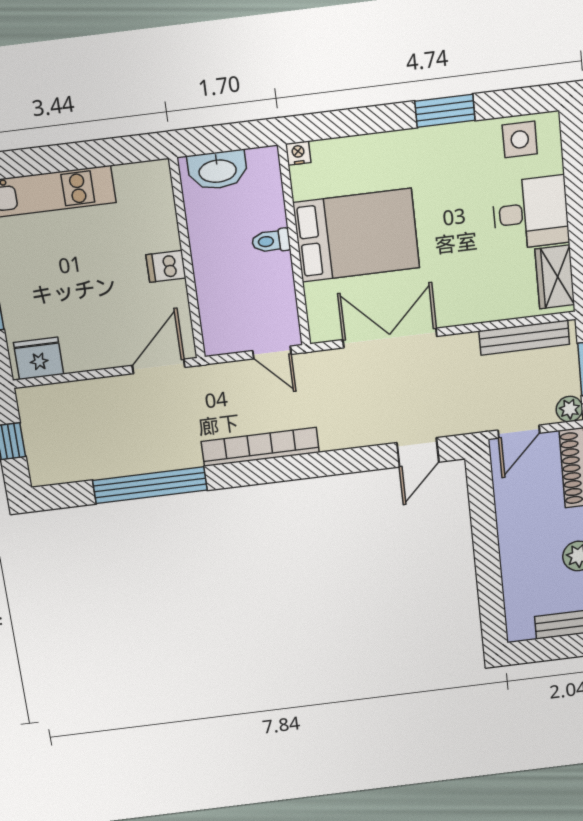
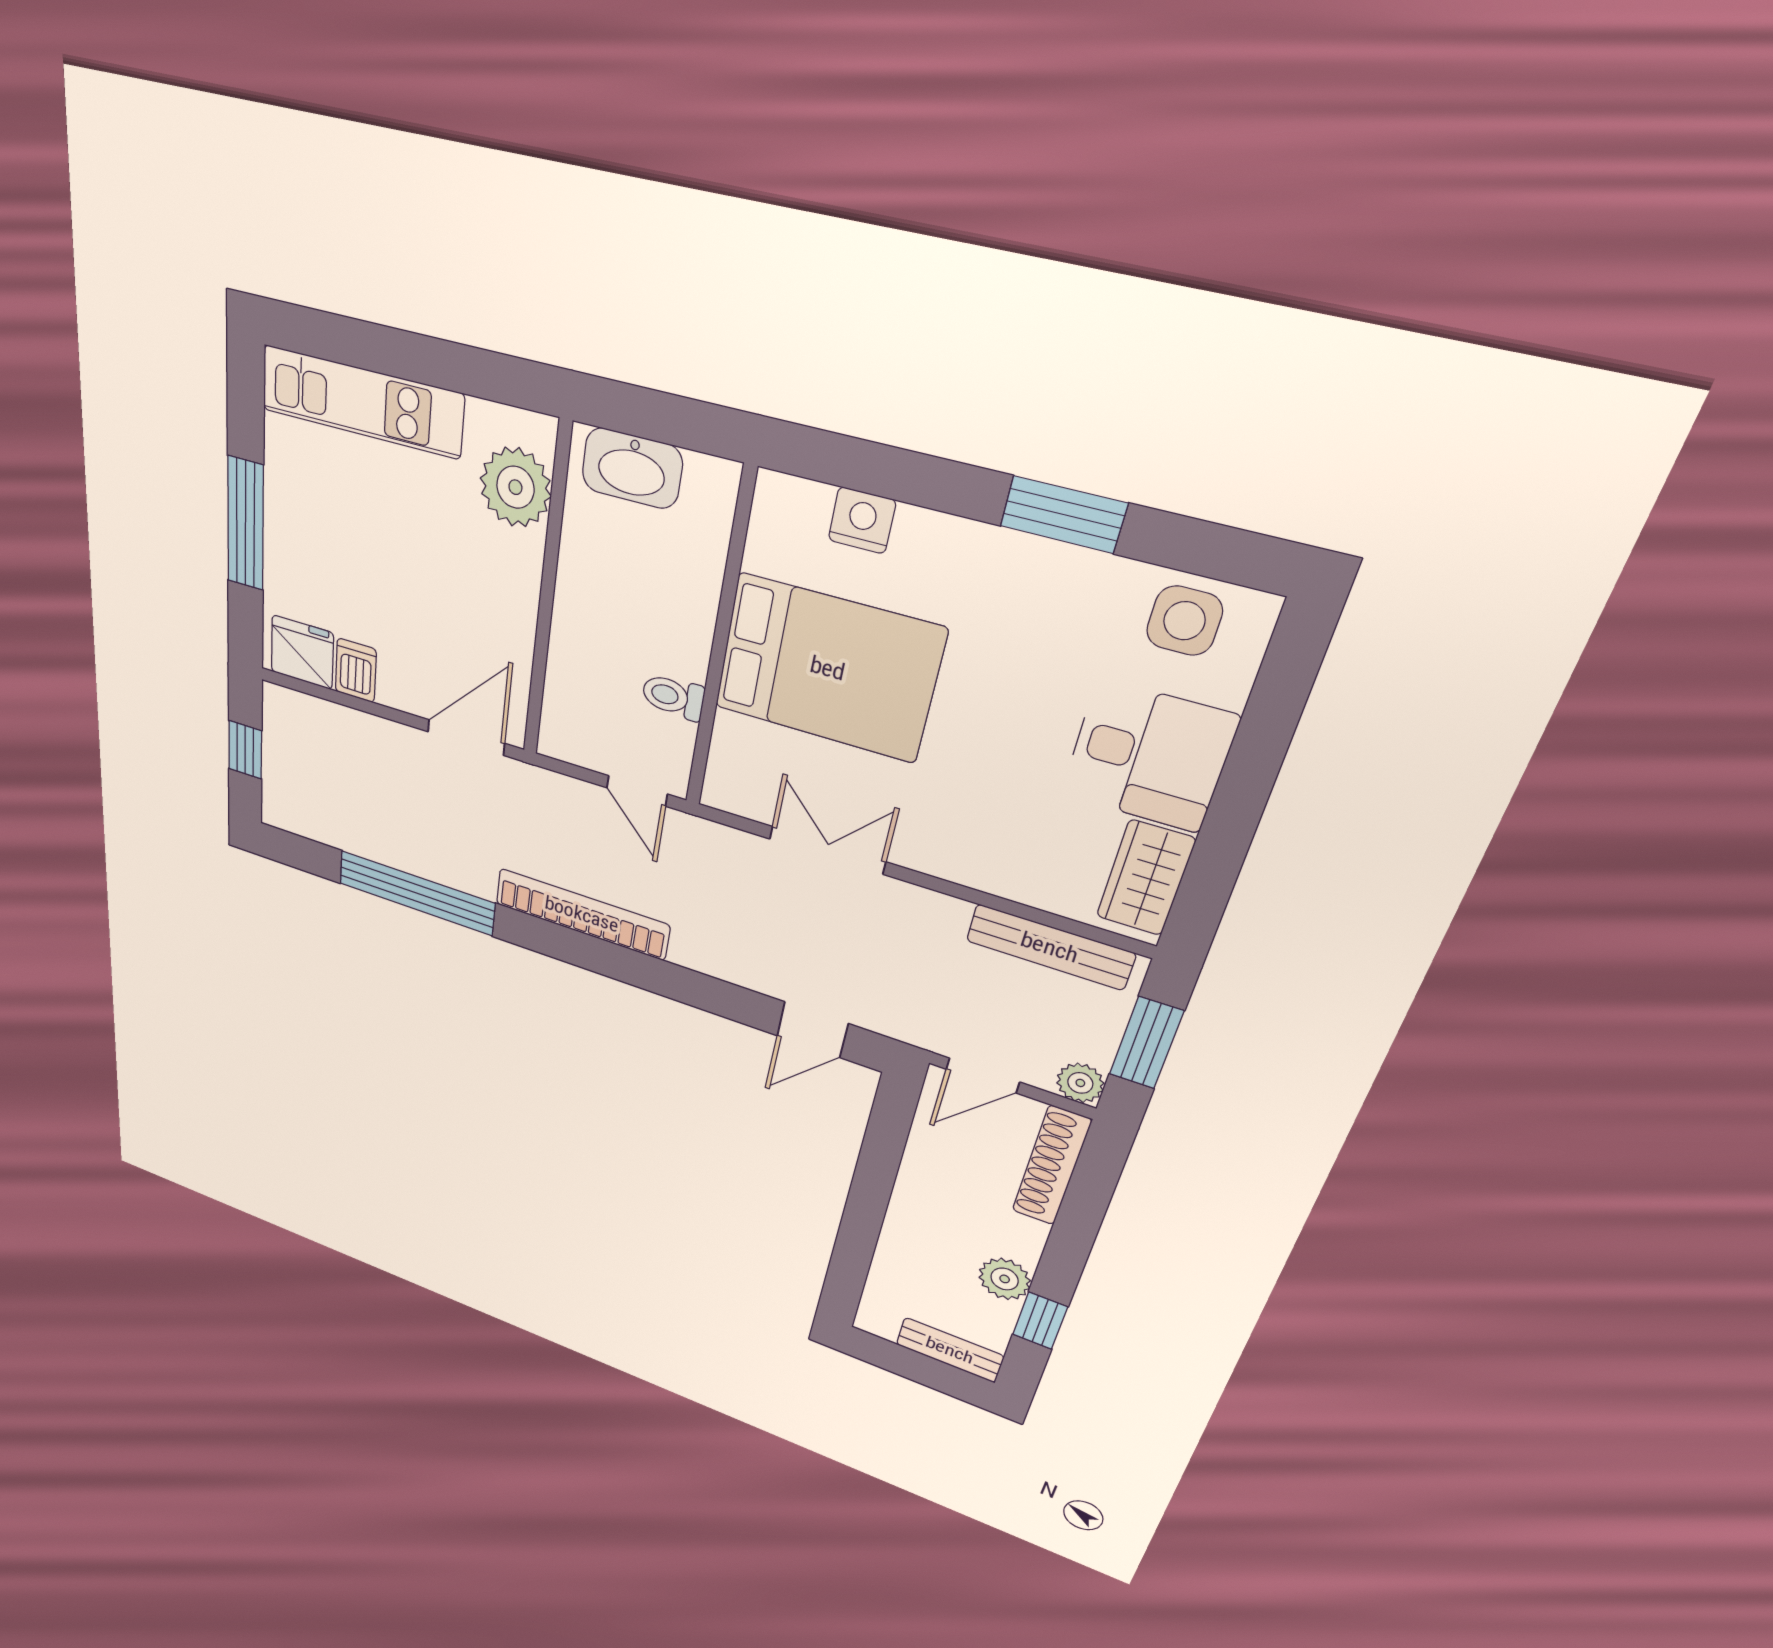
nightstand: (298, 153) -> (862, 520), moved, width x1.39, depth x1.35
plant: (153, 205) -> (515, 487), added
toilet: (271, 241) -> (673, 697), moved
dishwasher: (166, 266) -> (356, 670), moved, turned 90
double door: (390, 338) -> (827, 850), width x0.73

